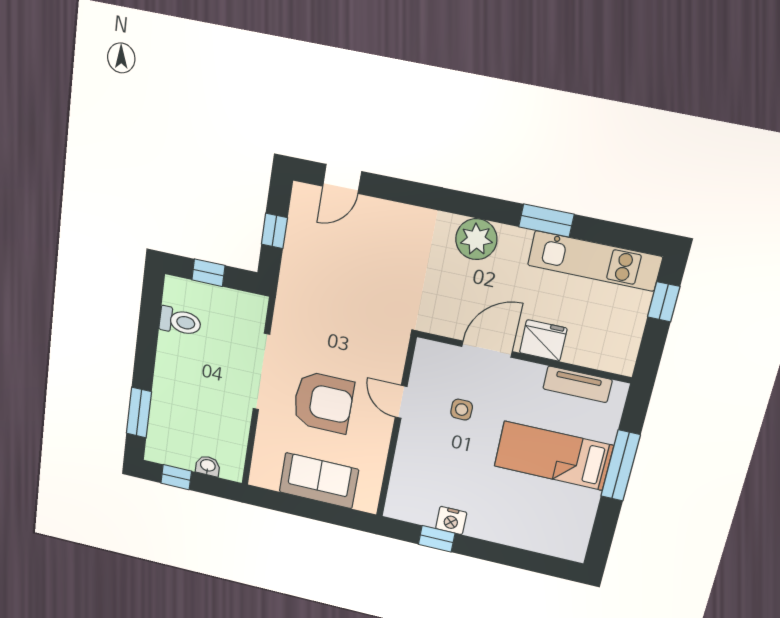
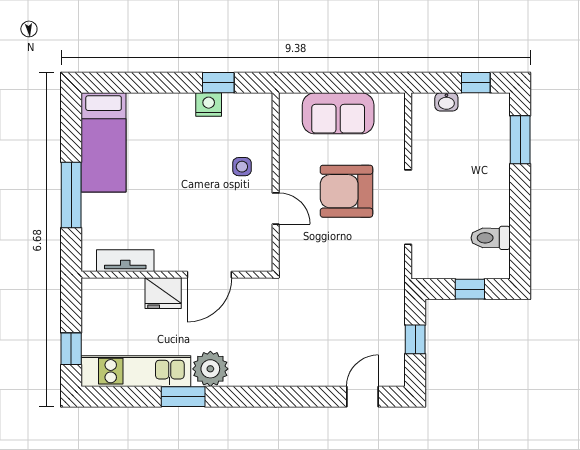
plant: (476, 239) -> (210, 369), moved
side table: (462, 410) -> (242, 167), moved
bed: (553, 456) -> (104, 142), moved, turned 90

